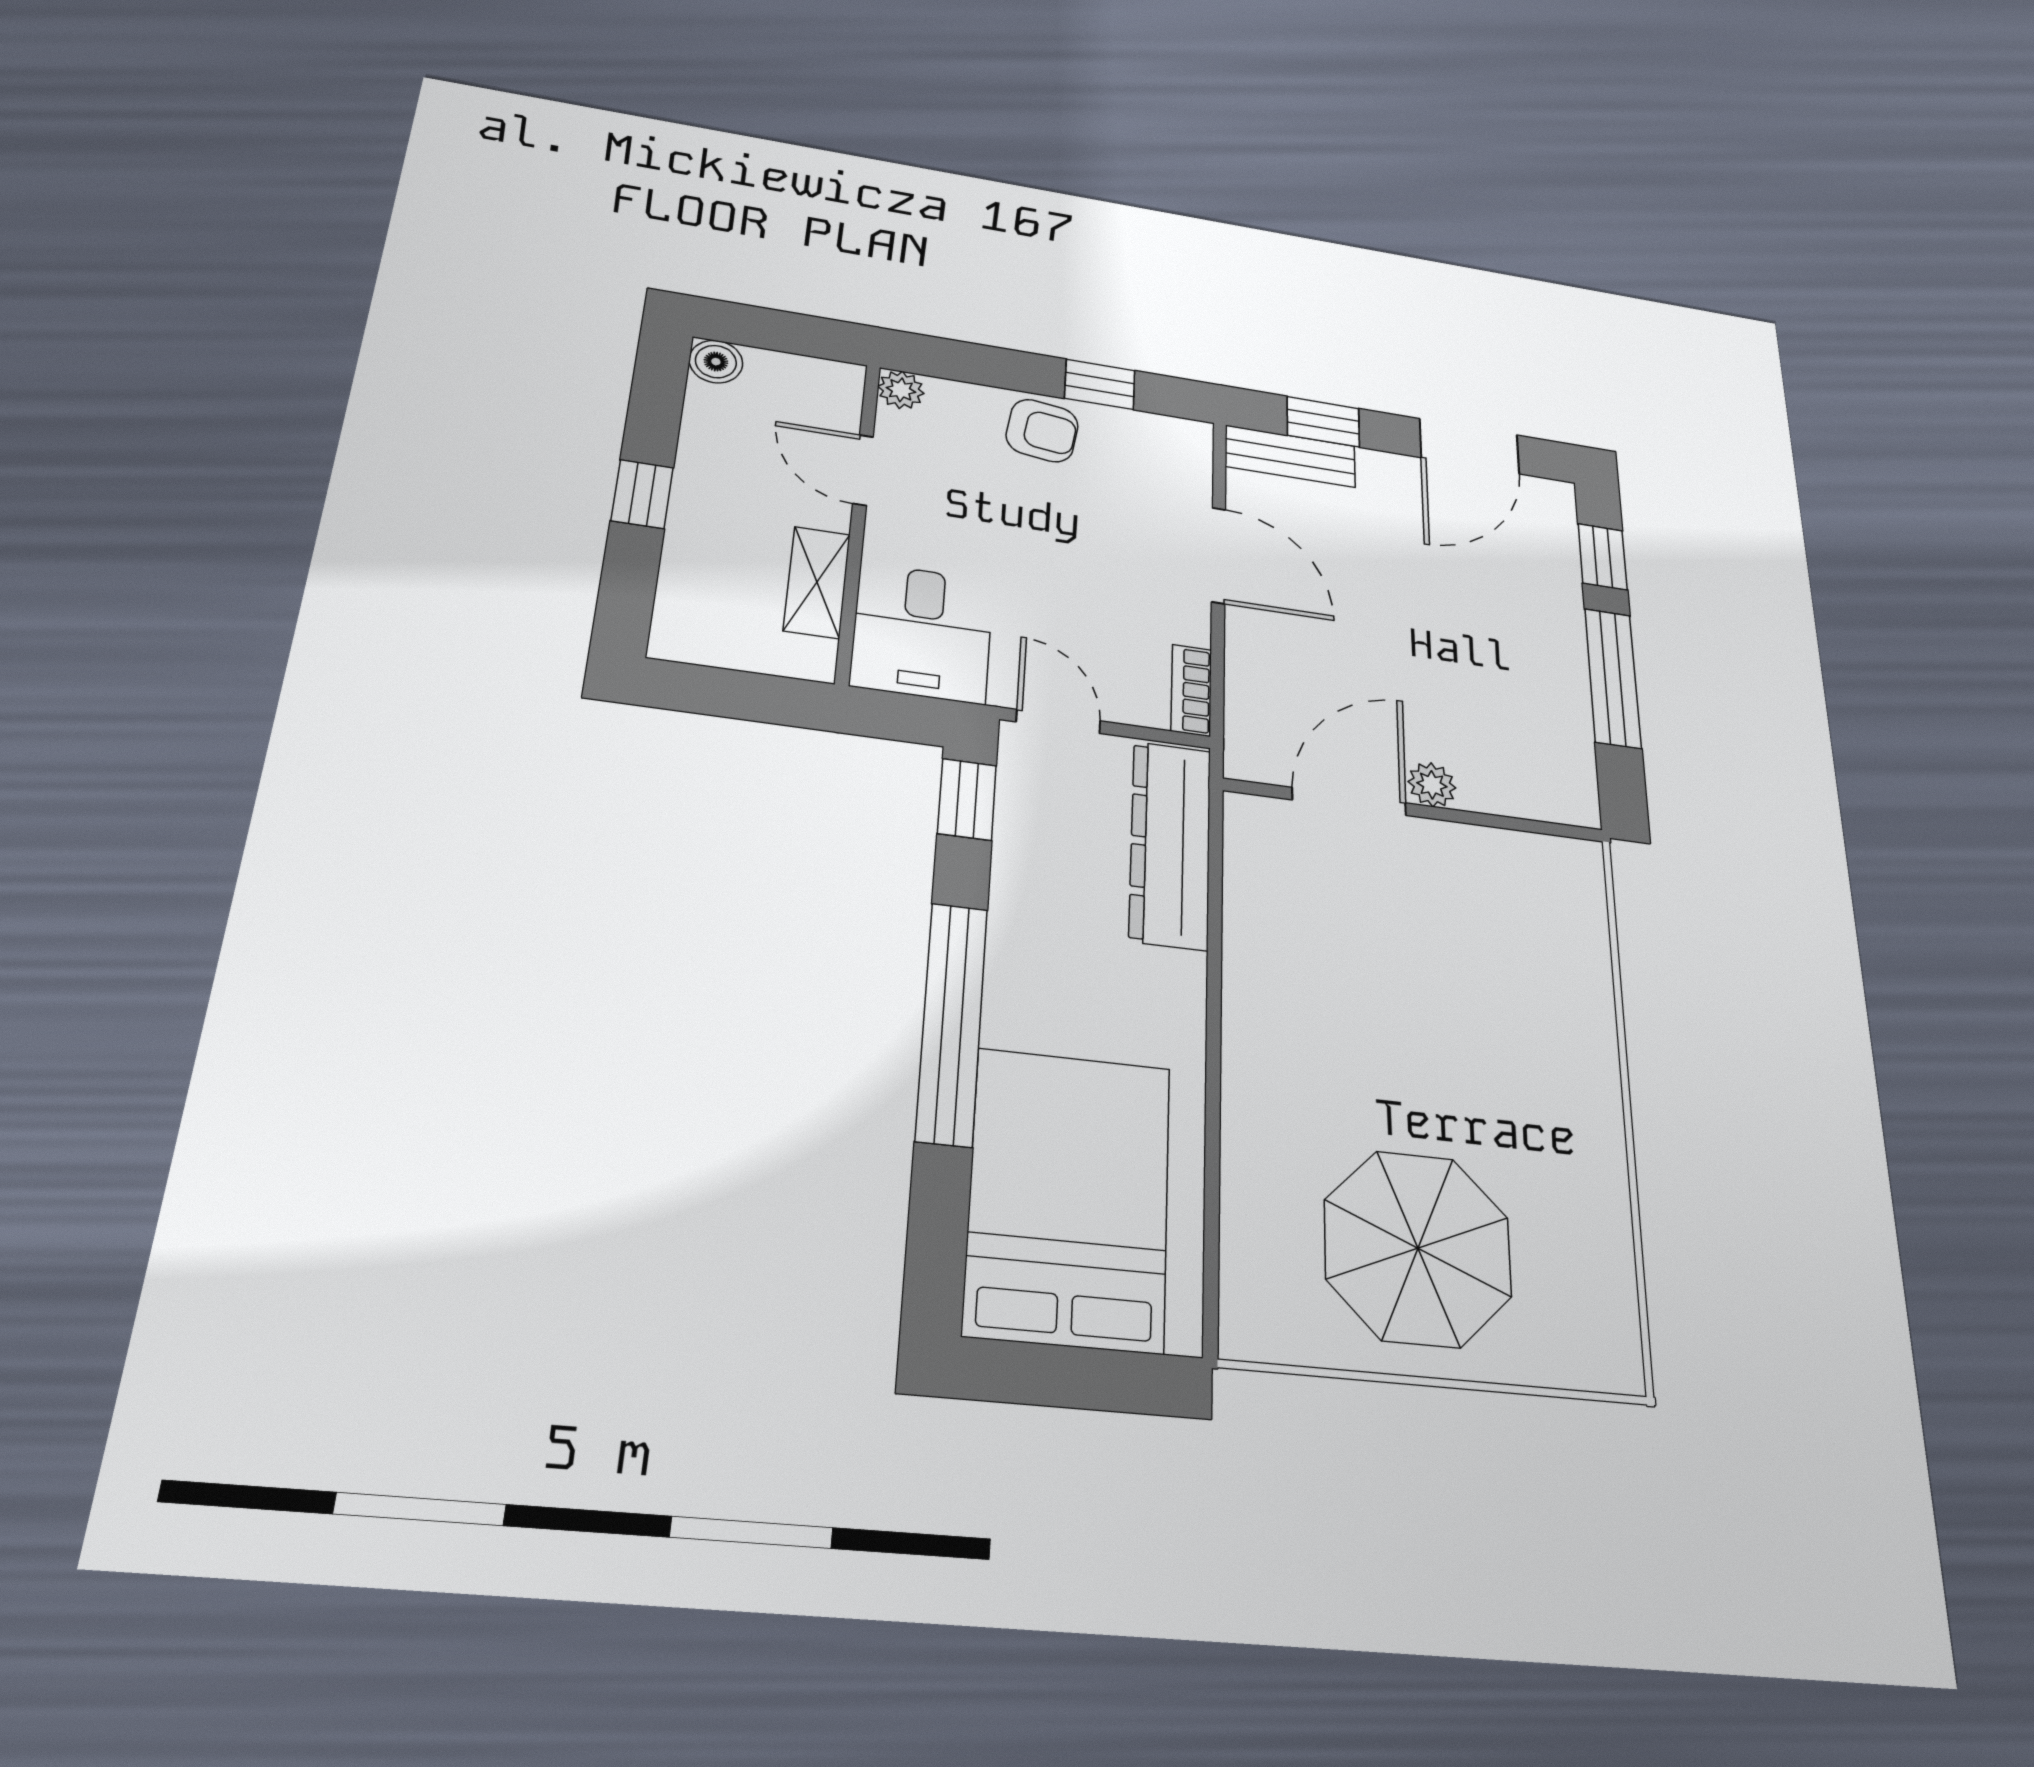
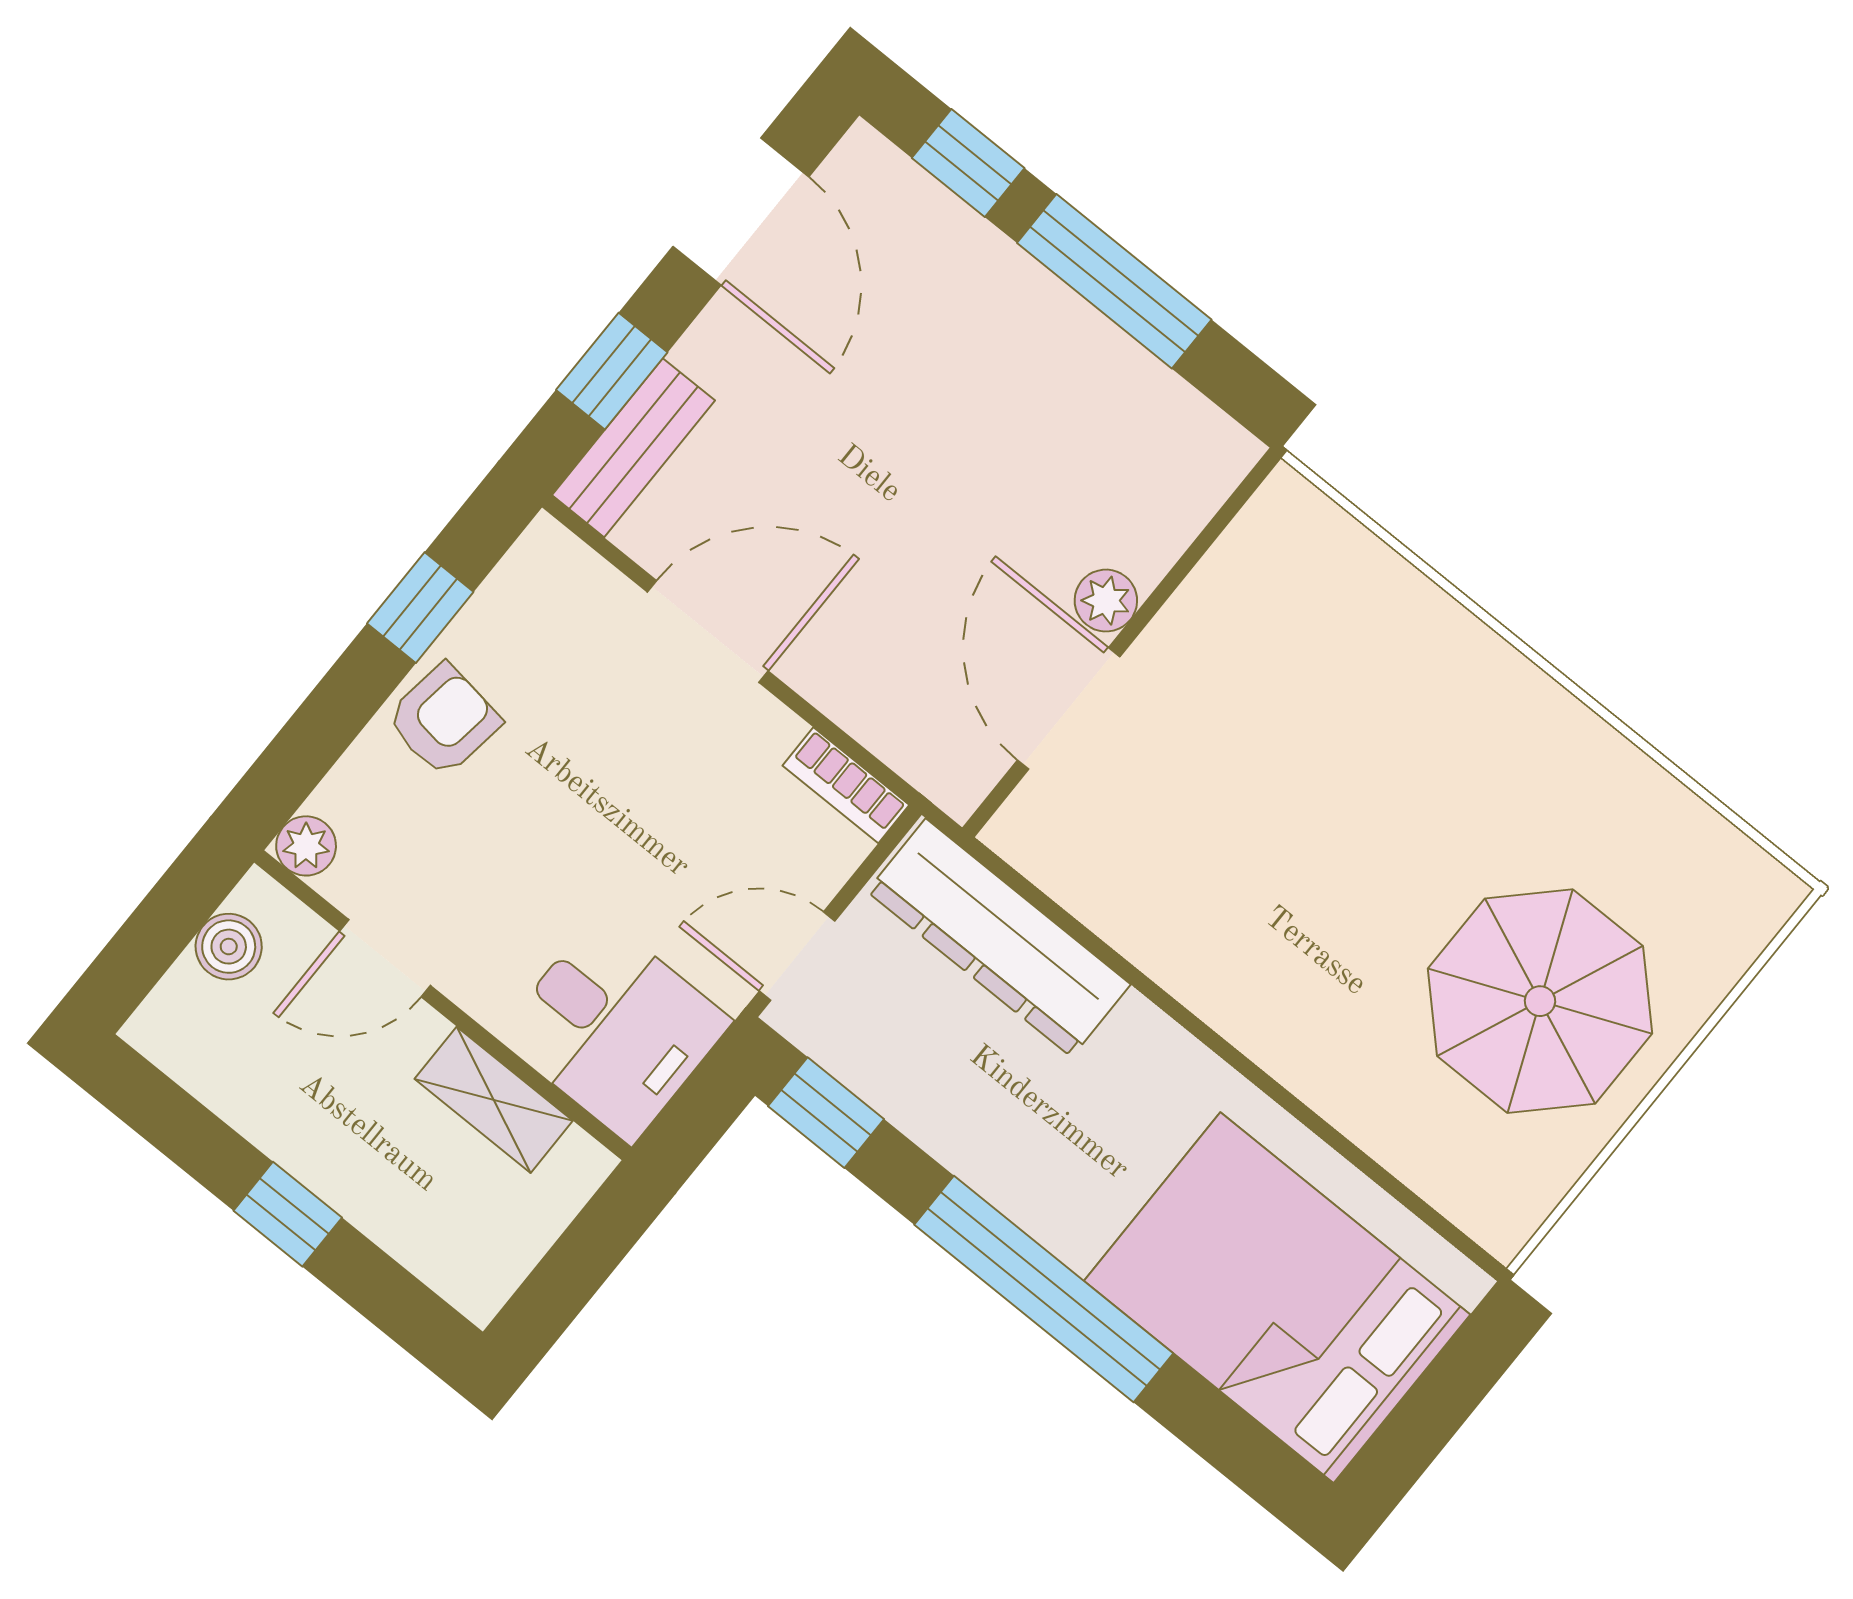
boiler: (716, 362) -> (229, 947), moved

